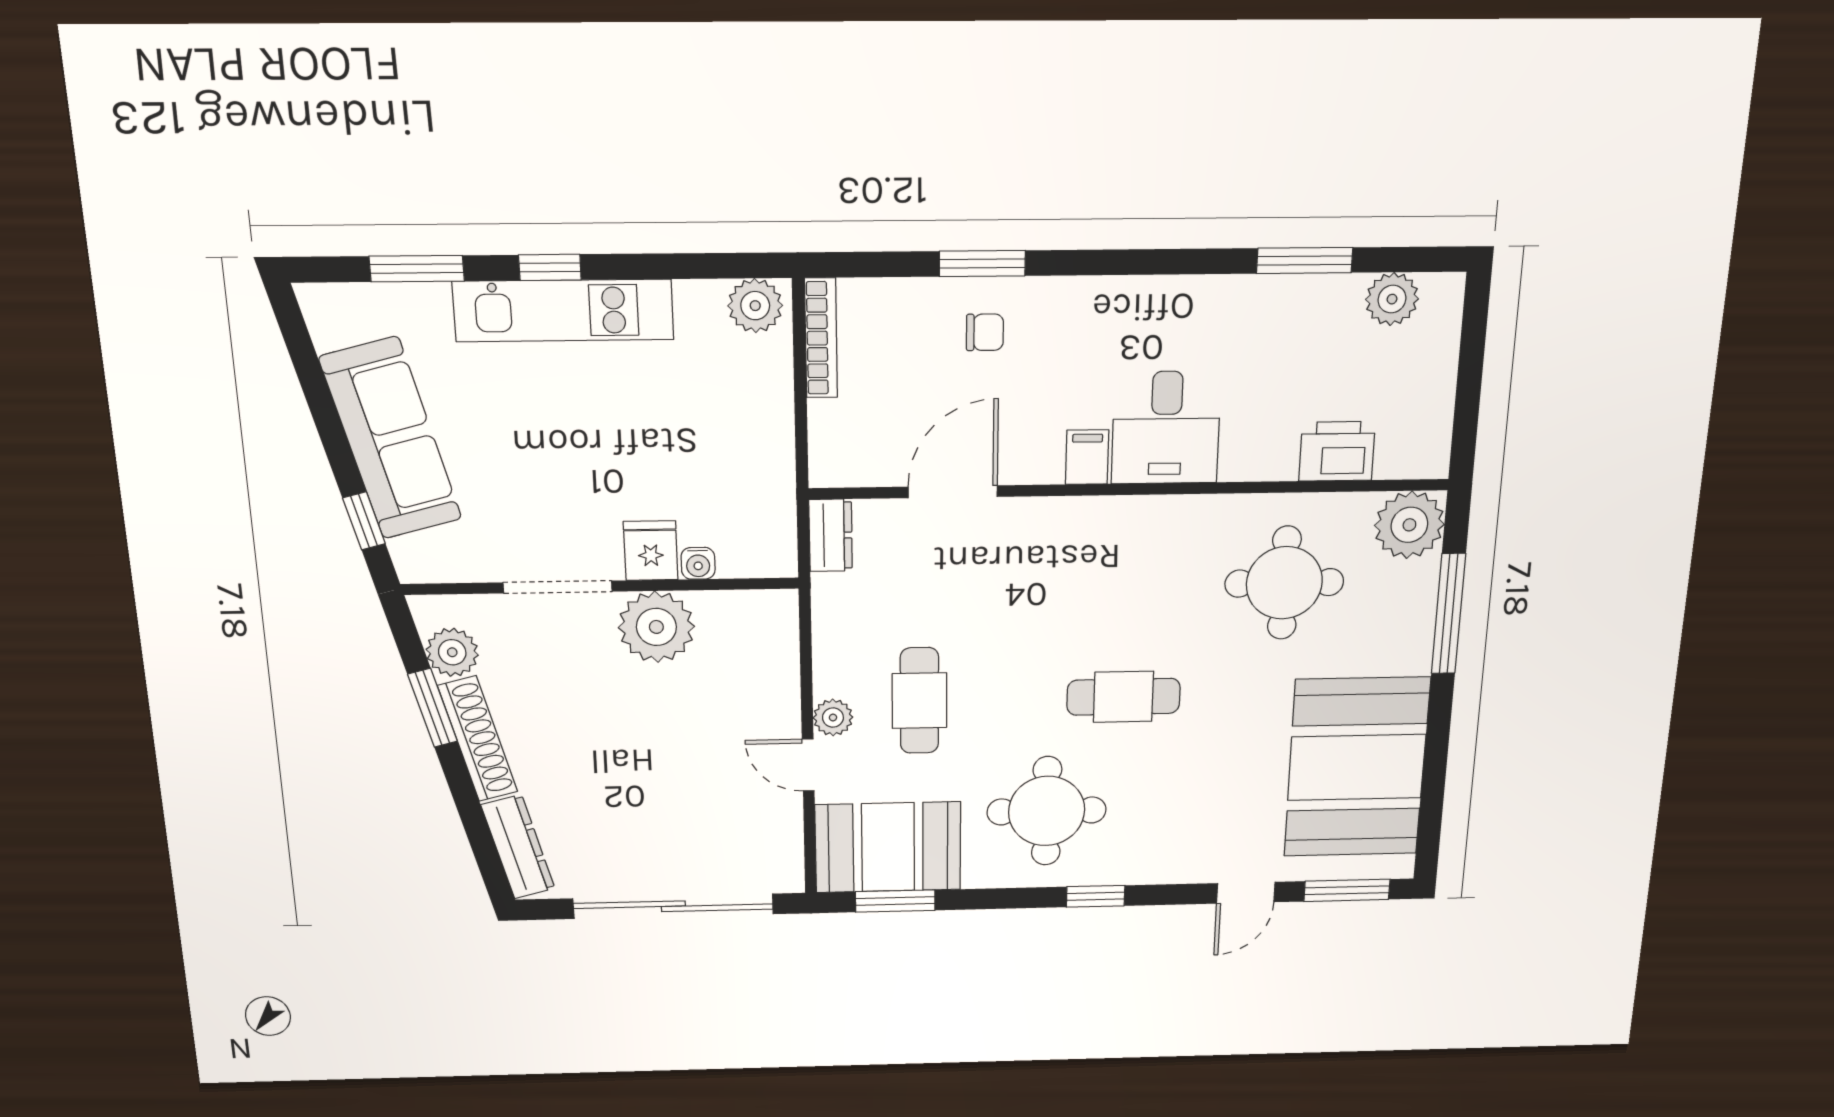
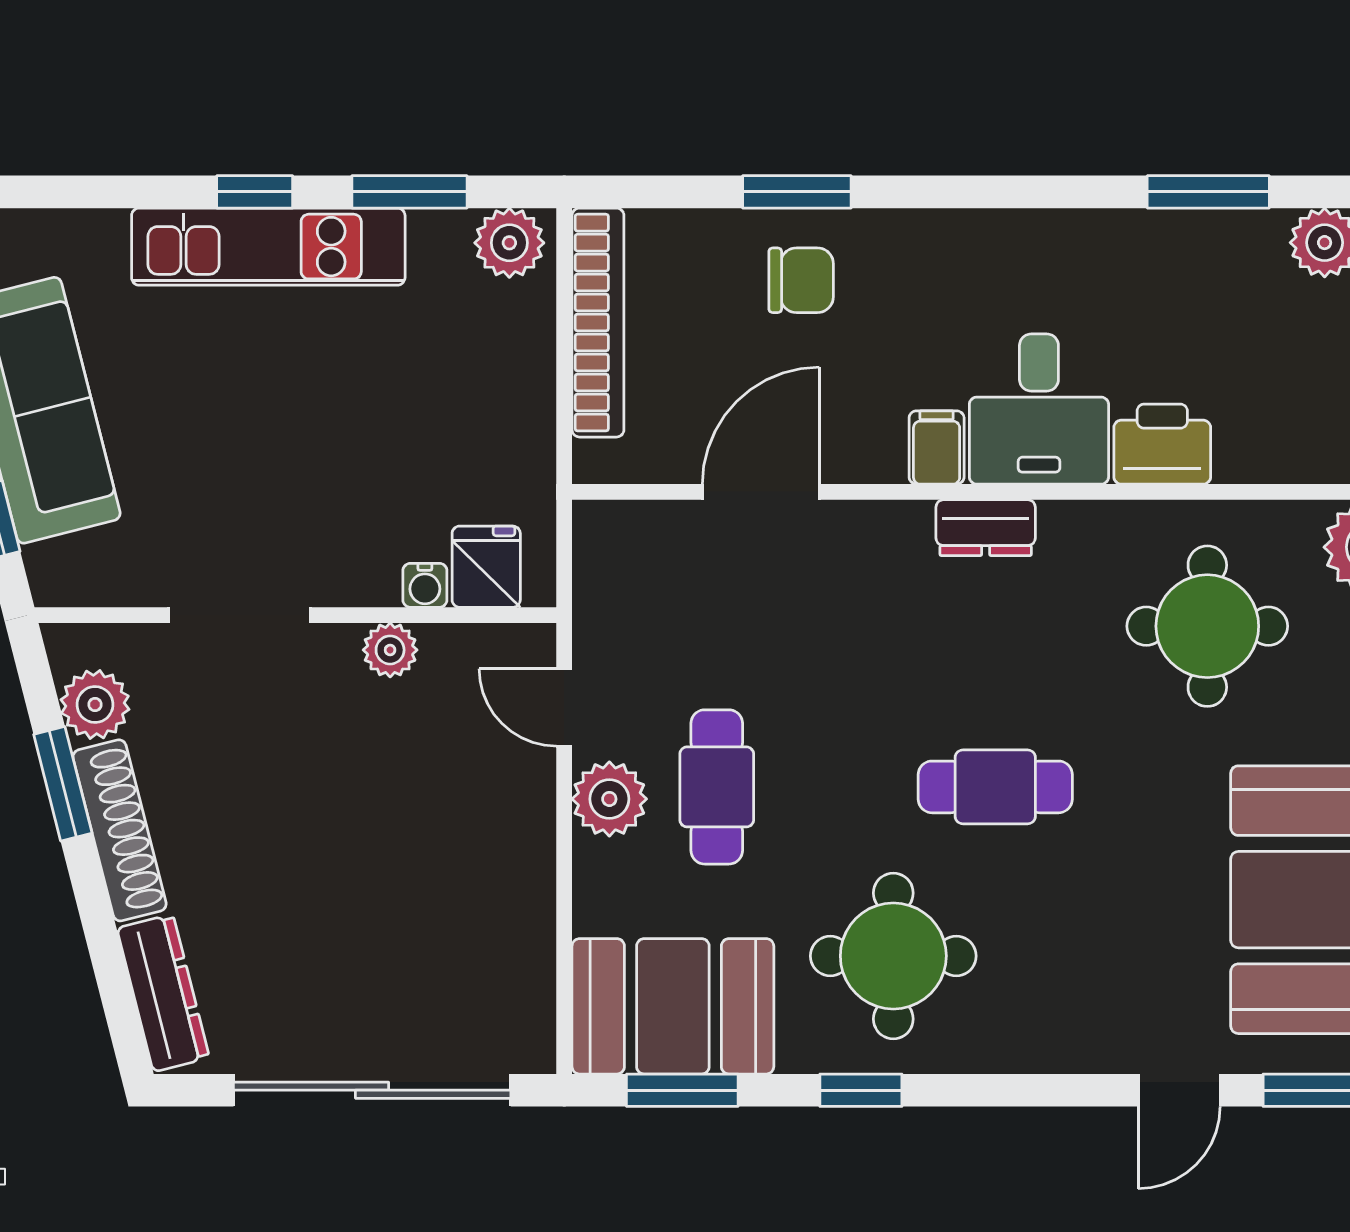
window: (417, 269) -> (409, 192), moved
chair: (985, 332) -> (801, 280), width x1.37, depth x1.37
bookcase: (821, 338) -> (598, 323), width x1.48, depth x1.31
printer: (1337, 451) -> (1162, 444), moved
dresser: (831, 535) -> (986, 528), moved, turned 90
fridge: (651, 551) -> (486, 567), moved
plant: (656, 627) -> (390, 650), width x0.53, depth x0.53
plant: (833, 718) -> (609, 799), width x1.38, depth x1.38
door: (808, 765) -> (564, 707), moved
window: (1096, 896) -> (861, 1090), moved

